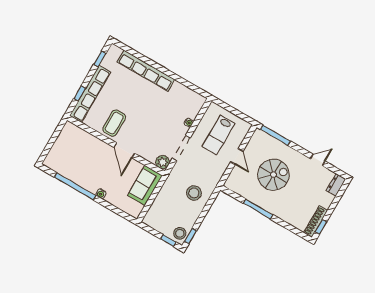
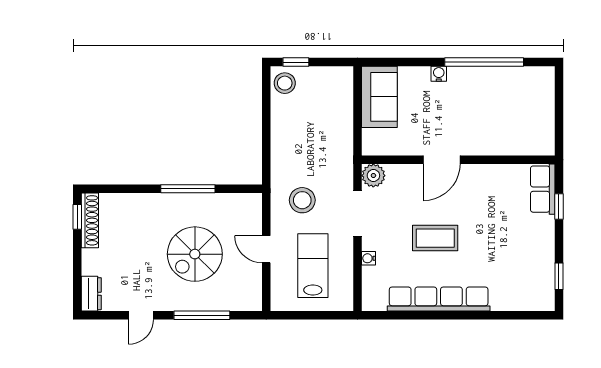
row of seats: (146, 71) -> (439, 299), moved
row of seats: (90, 94) -> (543, 189), width x0.50
coffee table: (114, 123) -> (435, 238), moved, turned 90
window: (275, 135) -> (202, 315), moved
door: (124, 150) -> (442, 160), swing flipped
sofa: (145, 185) -> (379, 97), moved
stool: (194, 193) -> (302, 200), moved
window: (191, 236) -> (266, 89), removed

